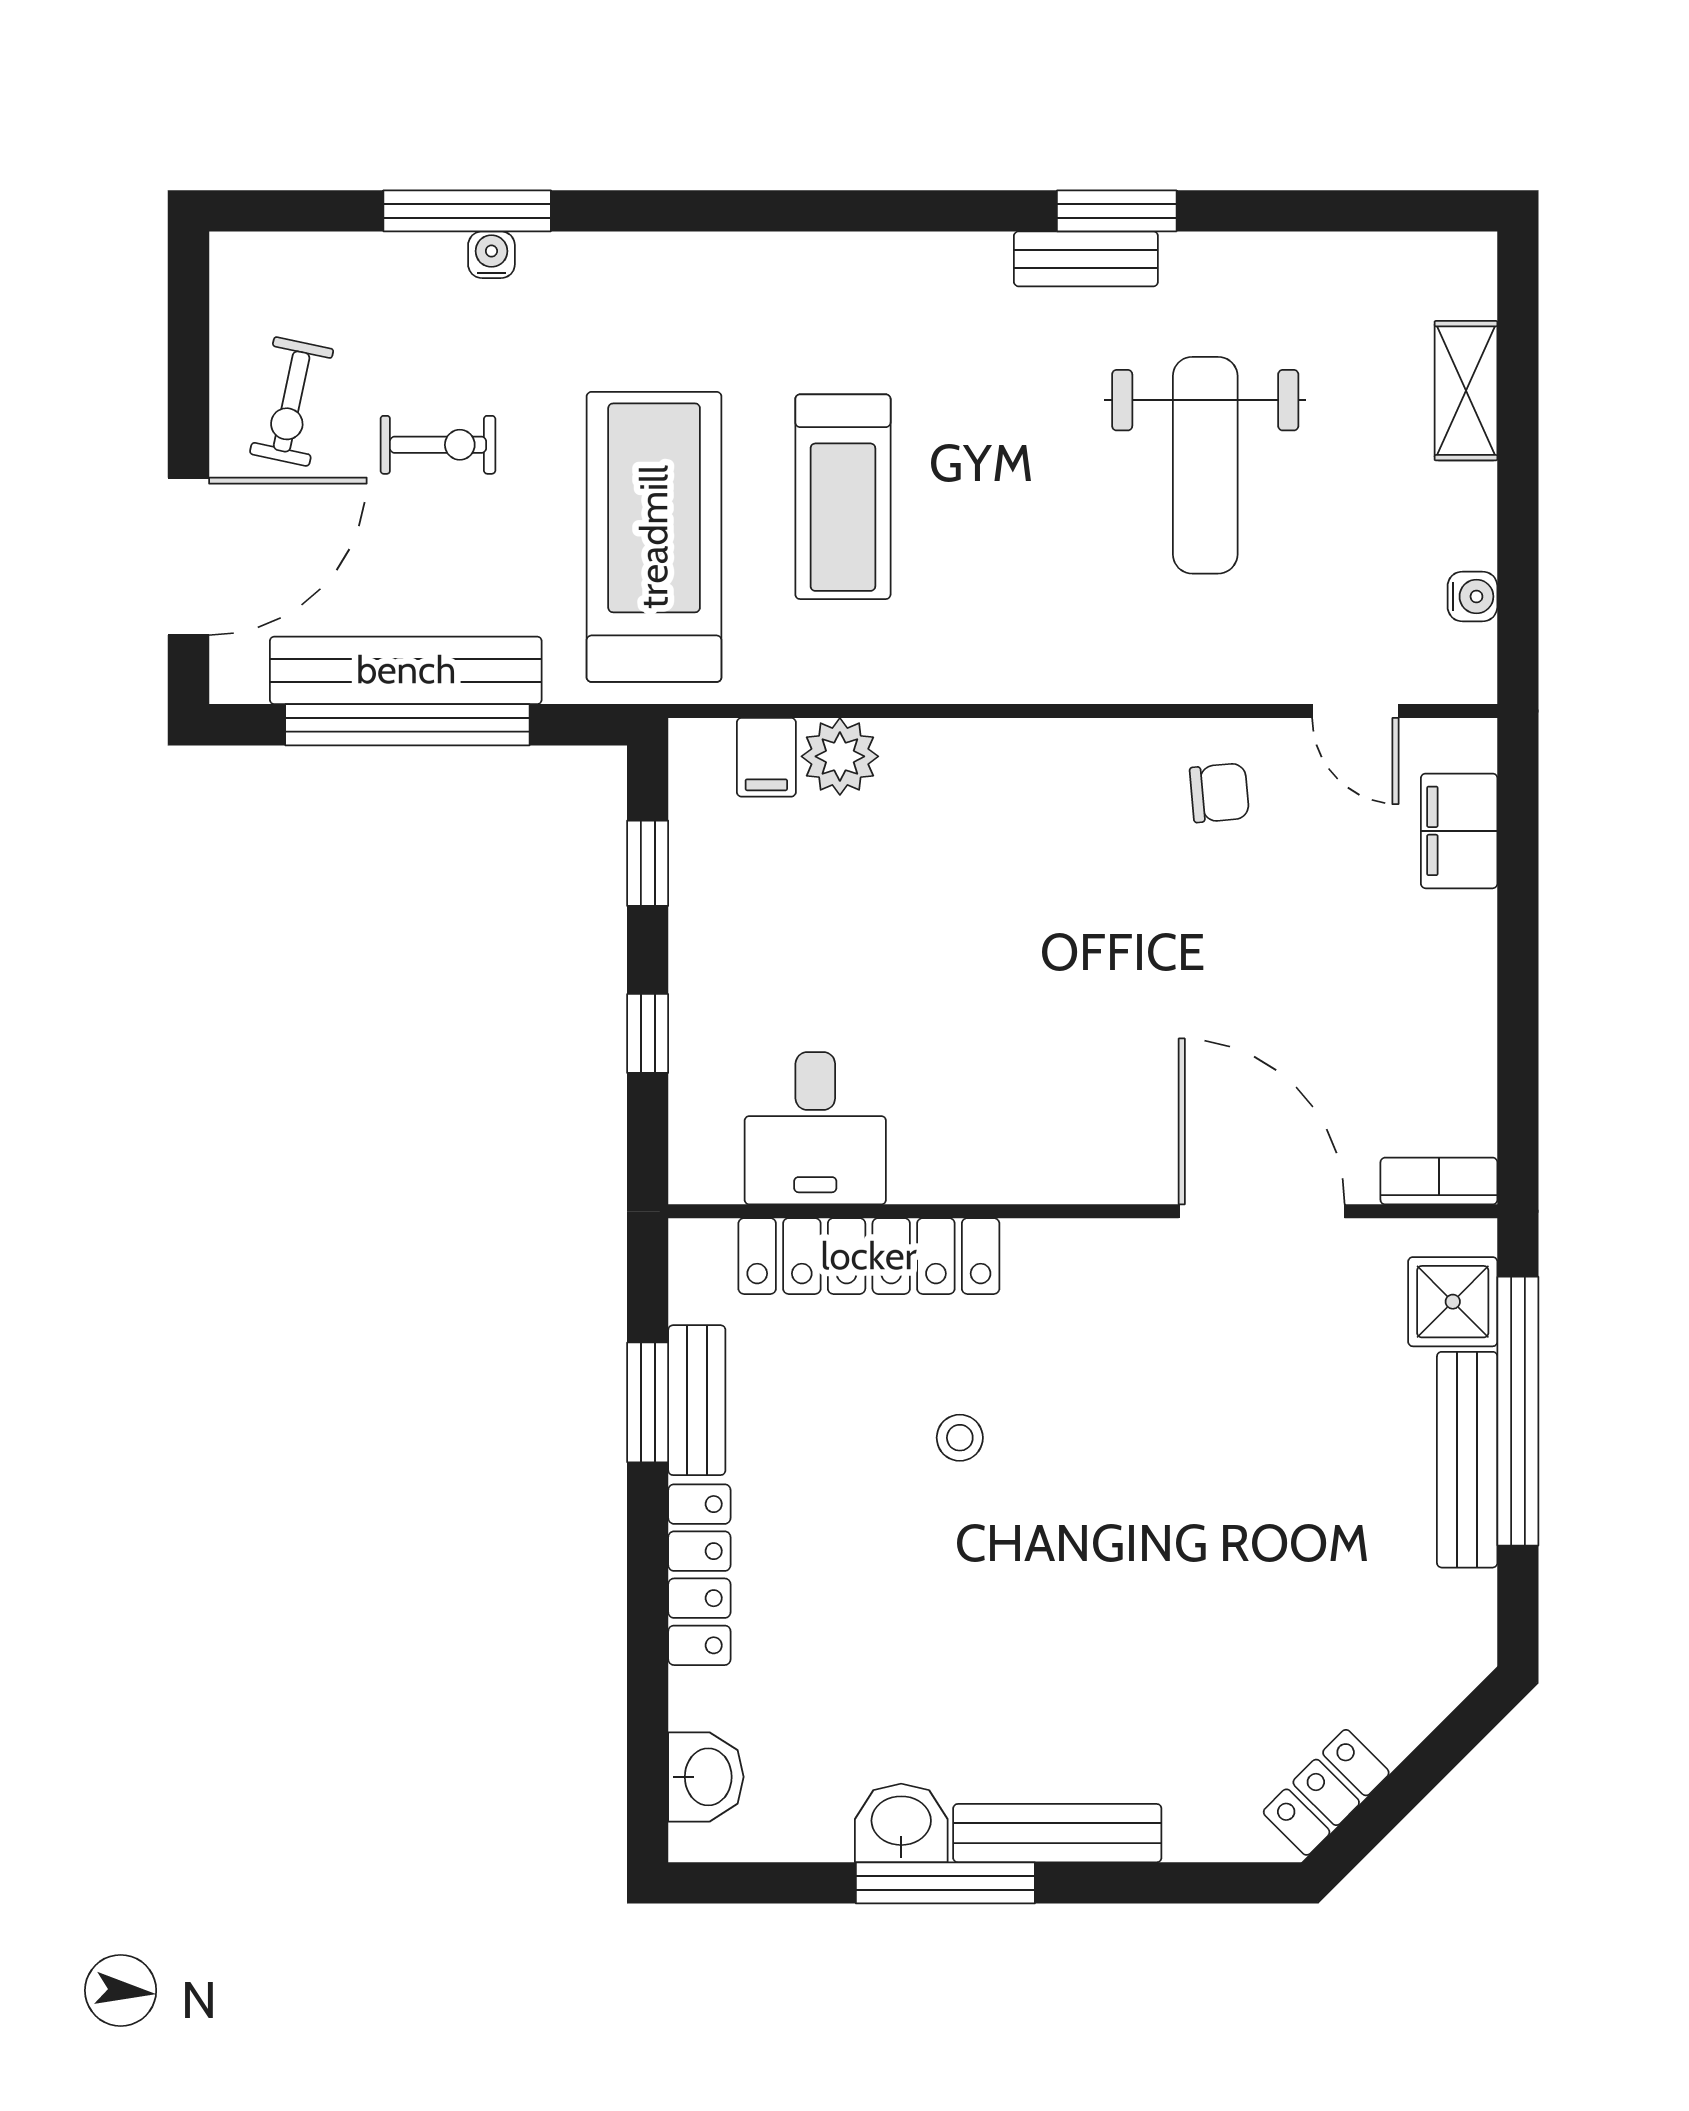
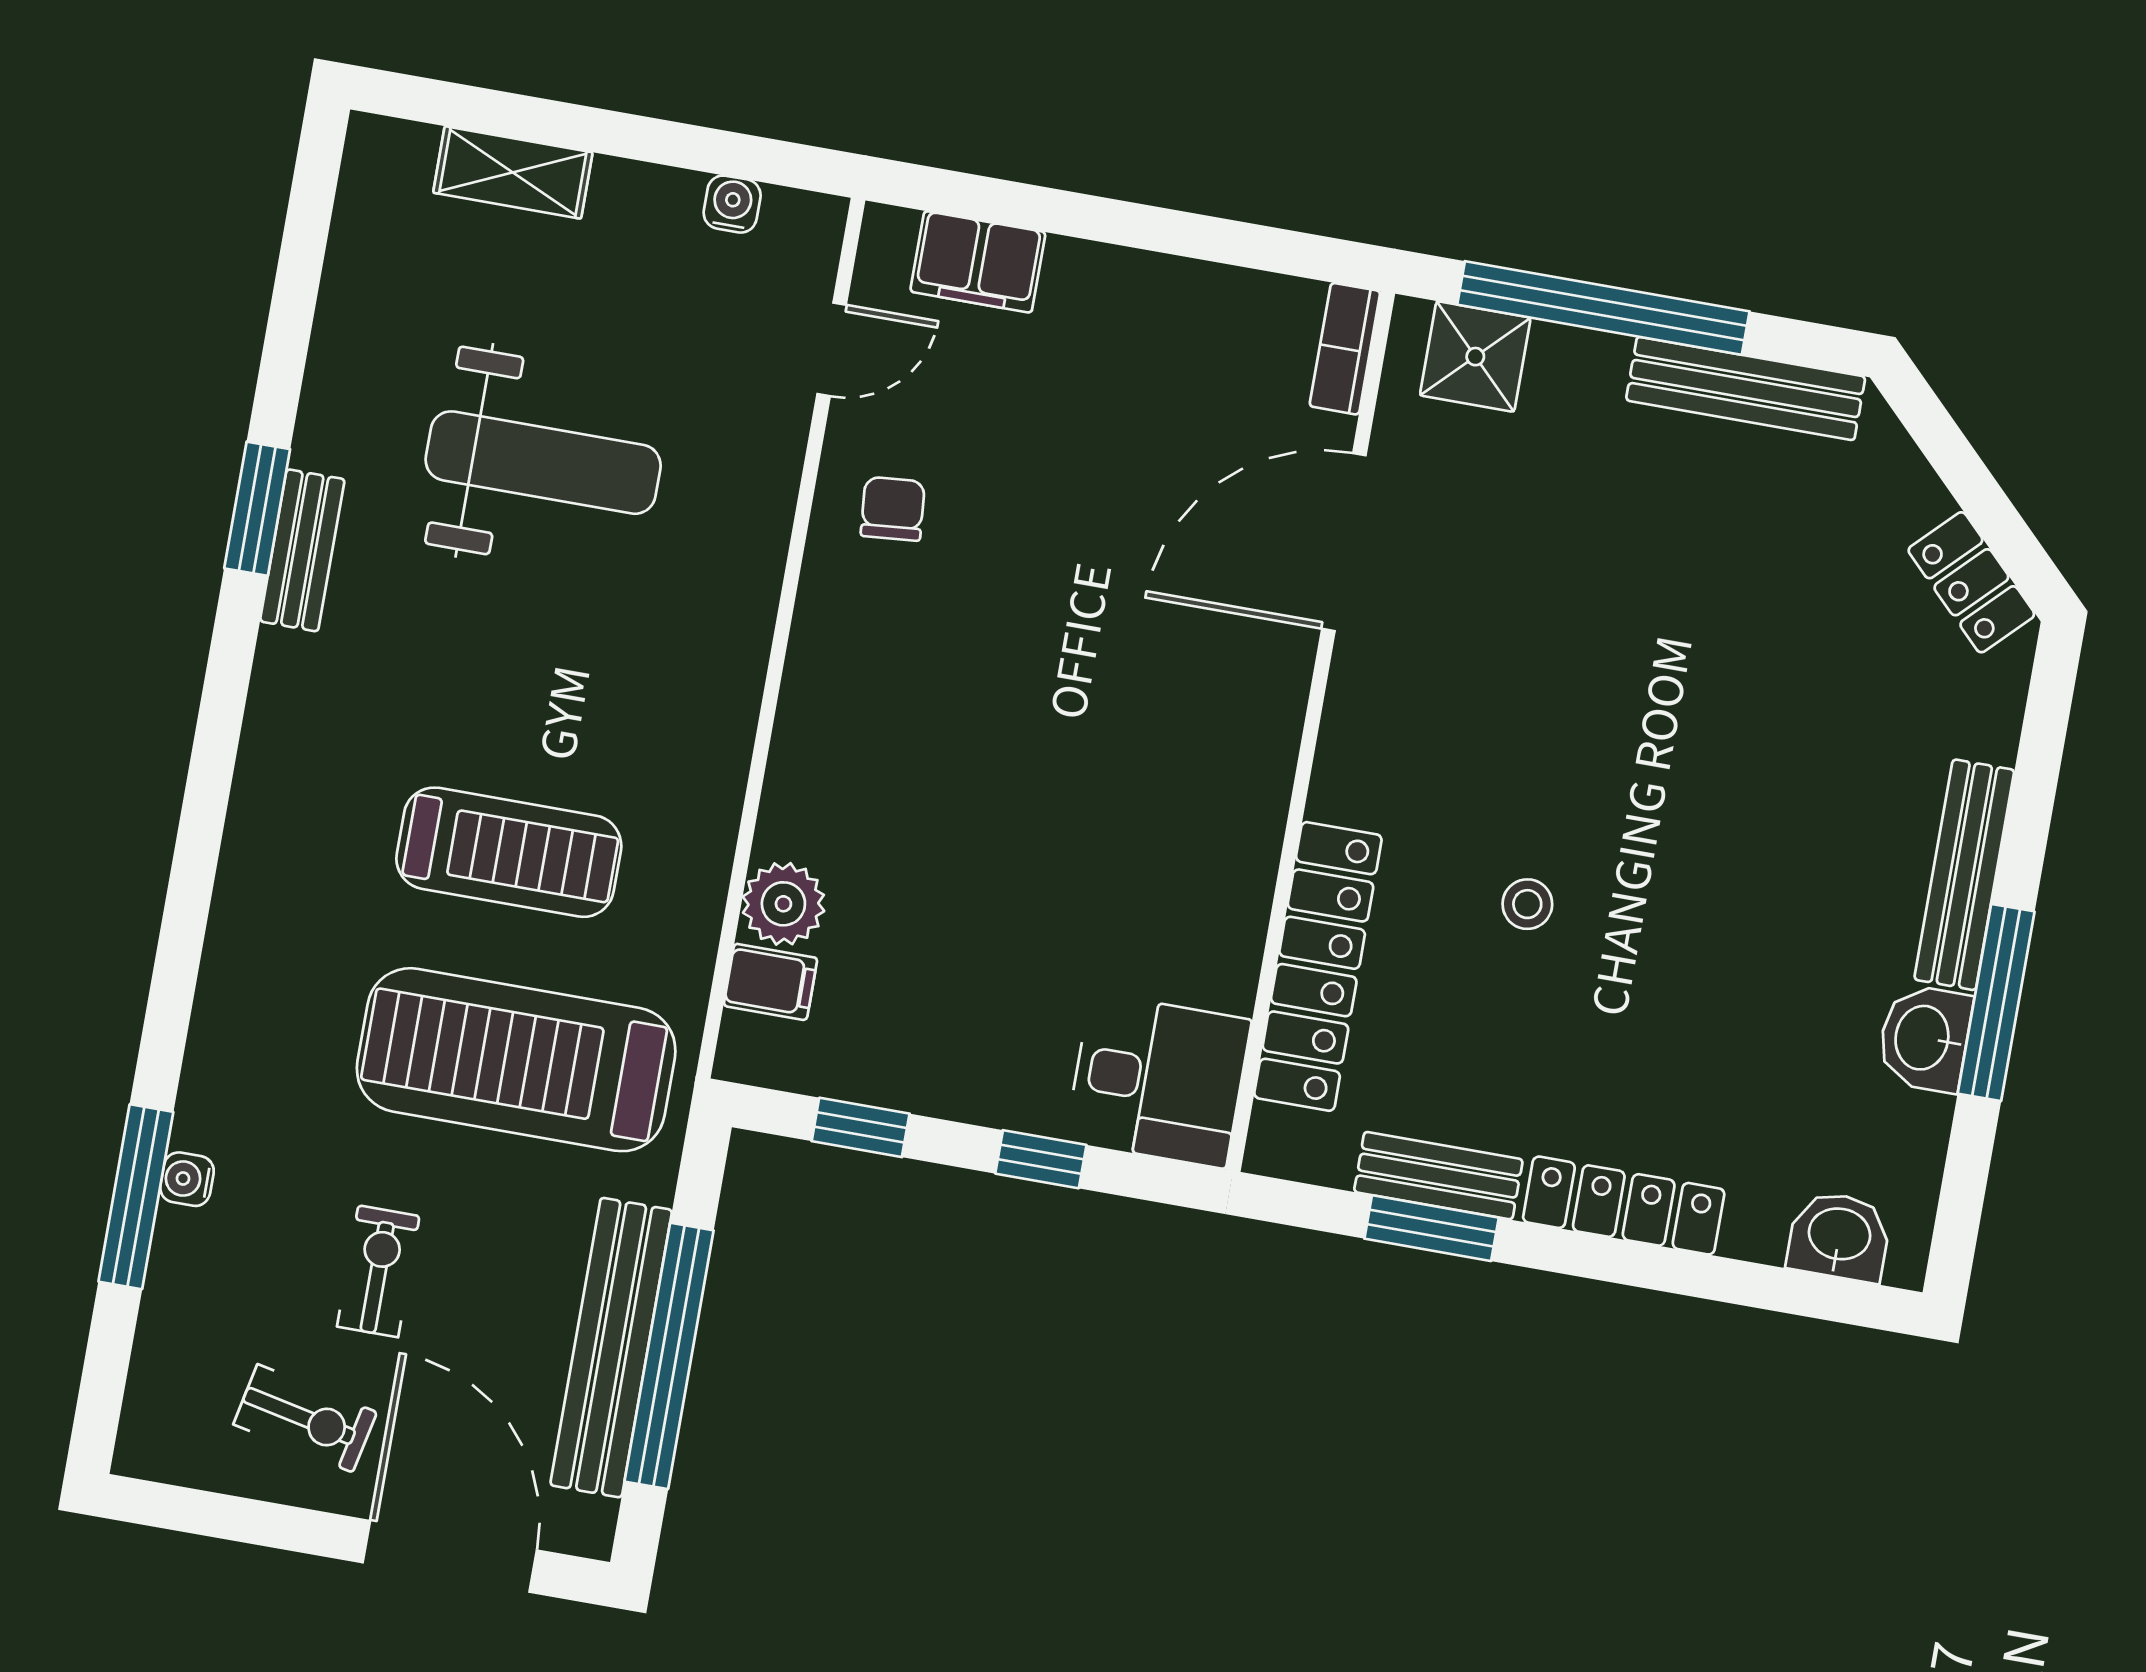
desk: (815, 1128) -> (1158, 1080), moved
bench: (1467, 1460) -> (1746, 389), moved

